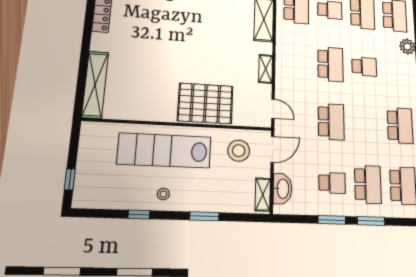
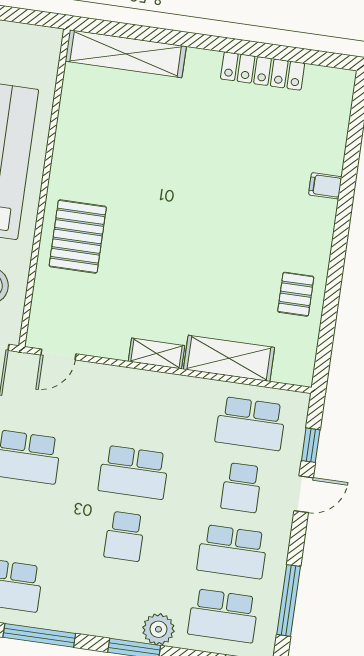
shelving: (266, 69) -> (156, 354), moved
pallet: (205, 103) -> (78, 236), width x0.73, depth x0.71

